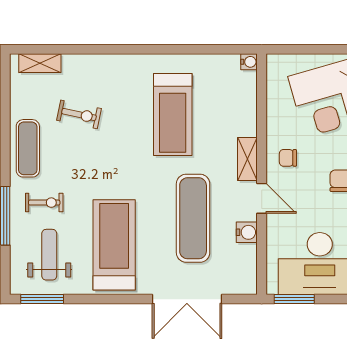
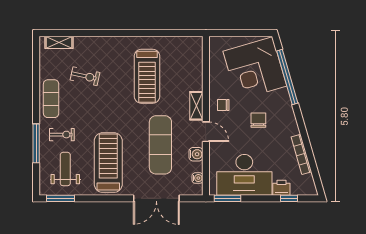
water cooler: (249, 62) -> (198, 178), moved

